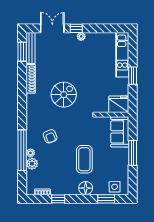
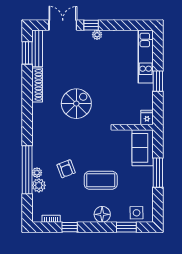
fridge: (119, 104) -> (147, 118), width x0.53, depth x0.75
armchair: (50, 136) -> (66, 169), moved
coffee table: (84, 159) -> (101, 180), turned 90

